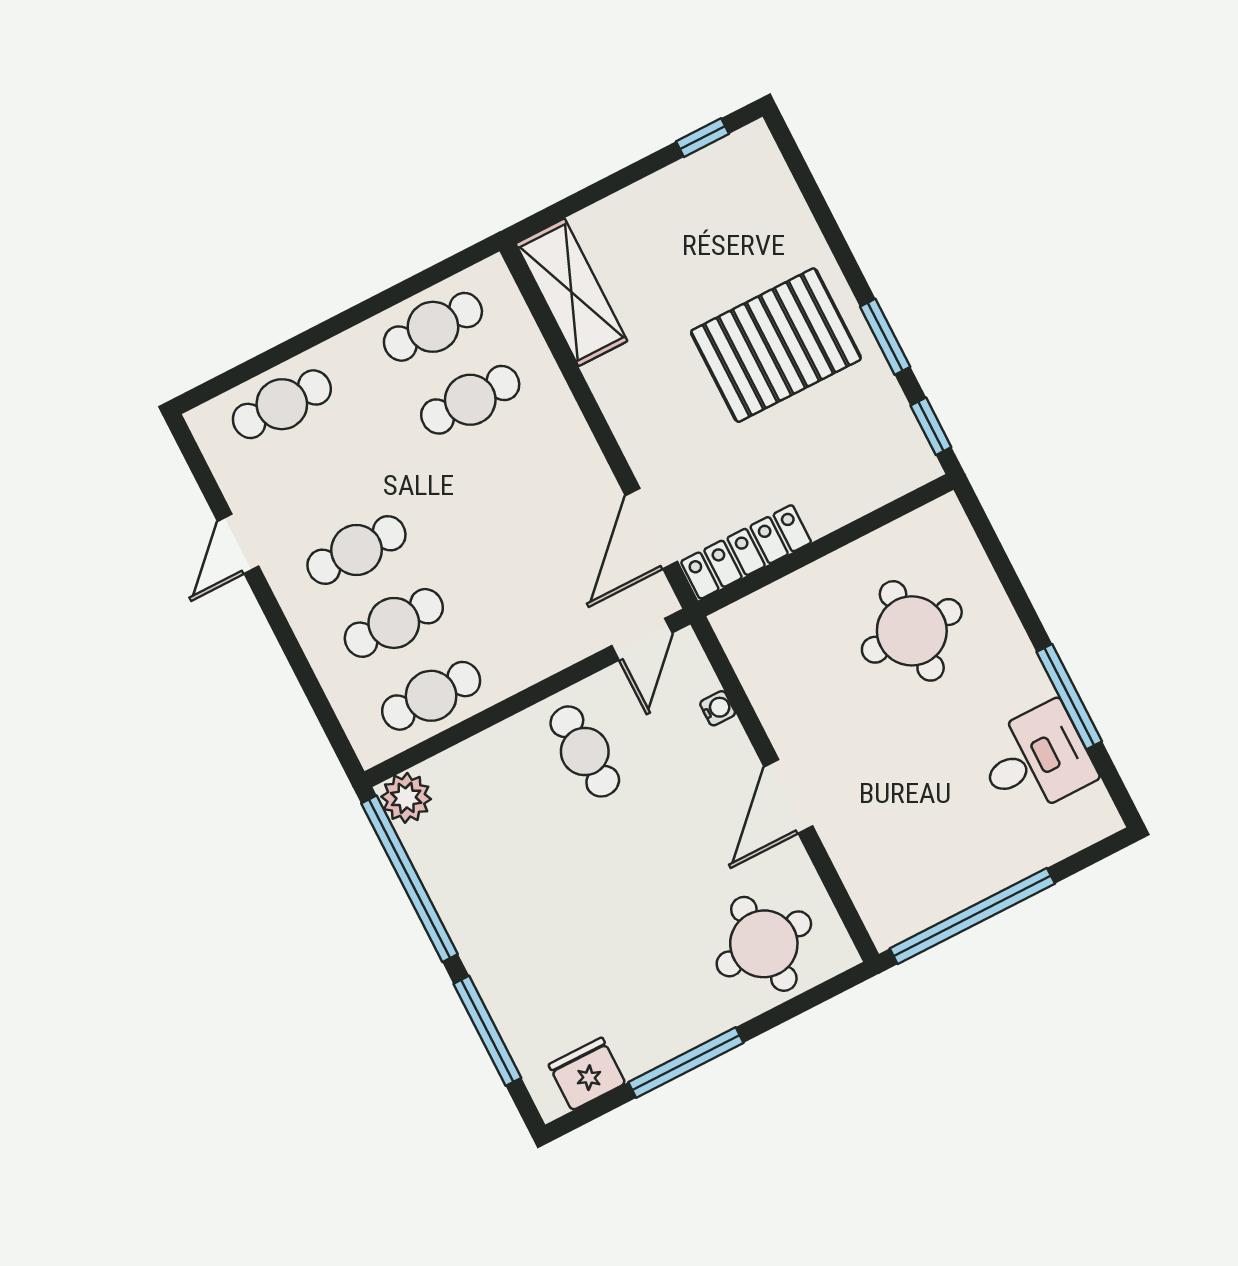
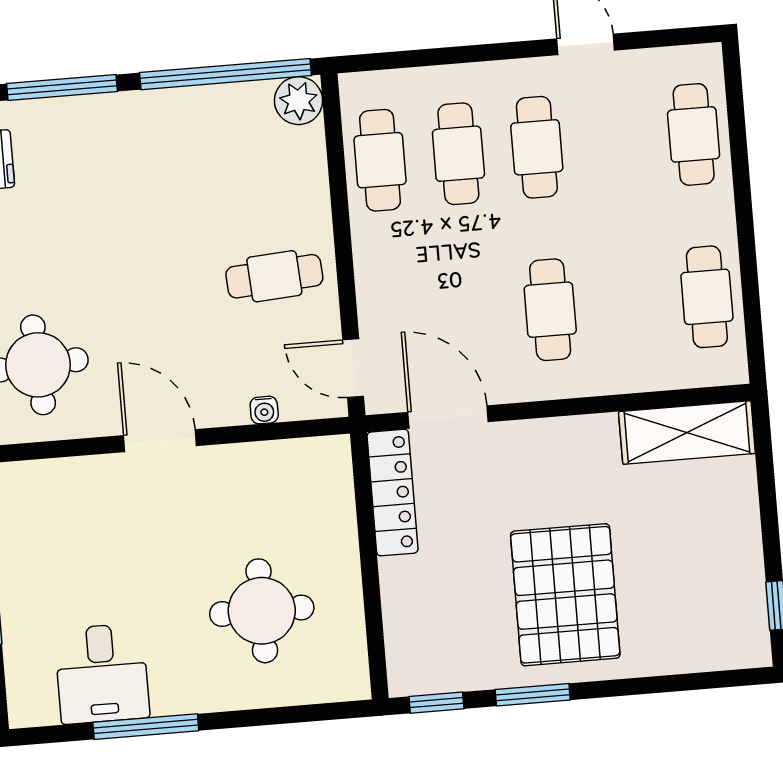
cafe table: (470, 400) -> (550, 310), moved

